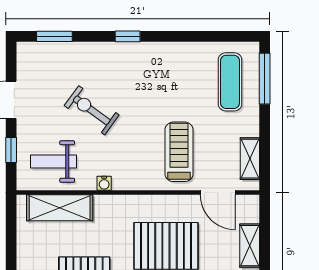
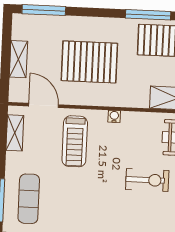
exercise bike: (92, 110) -> (147, 180), turned -36
water cooler: (104, 183) -> (114, 116), moved

